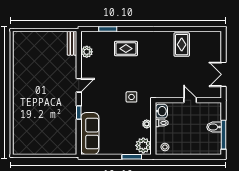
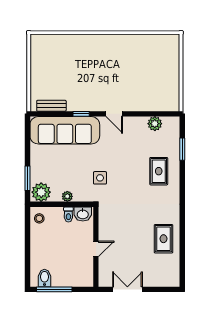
bench: (72, 43) -> (51, 106), moved
rug: (182, 45) -> (163, 239), turned 90
bidet: (214, 127) -> (44, 278), moved
sofa: (90, 134) -> (65, 130), width x1.36, depth x1.27

